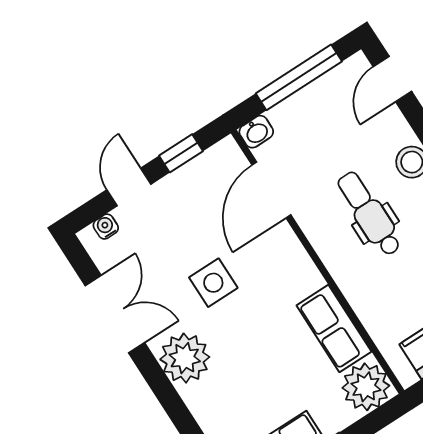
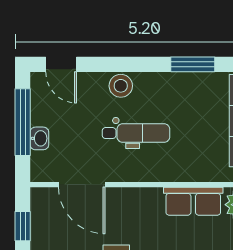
washbasin: (256, 132) -> (39, 138), moved
dental chair: (369, 214) -> (136, 133), turned 180

